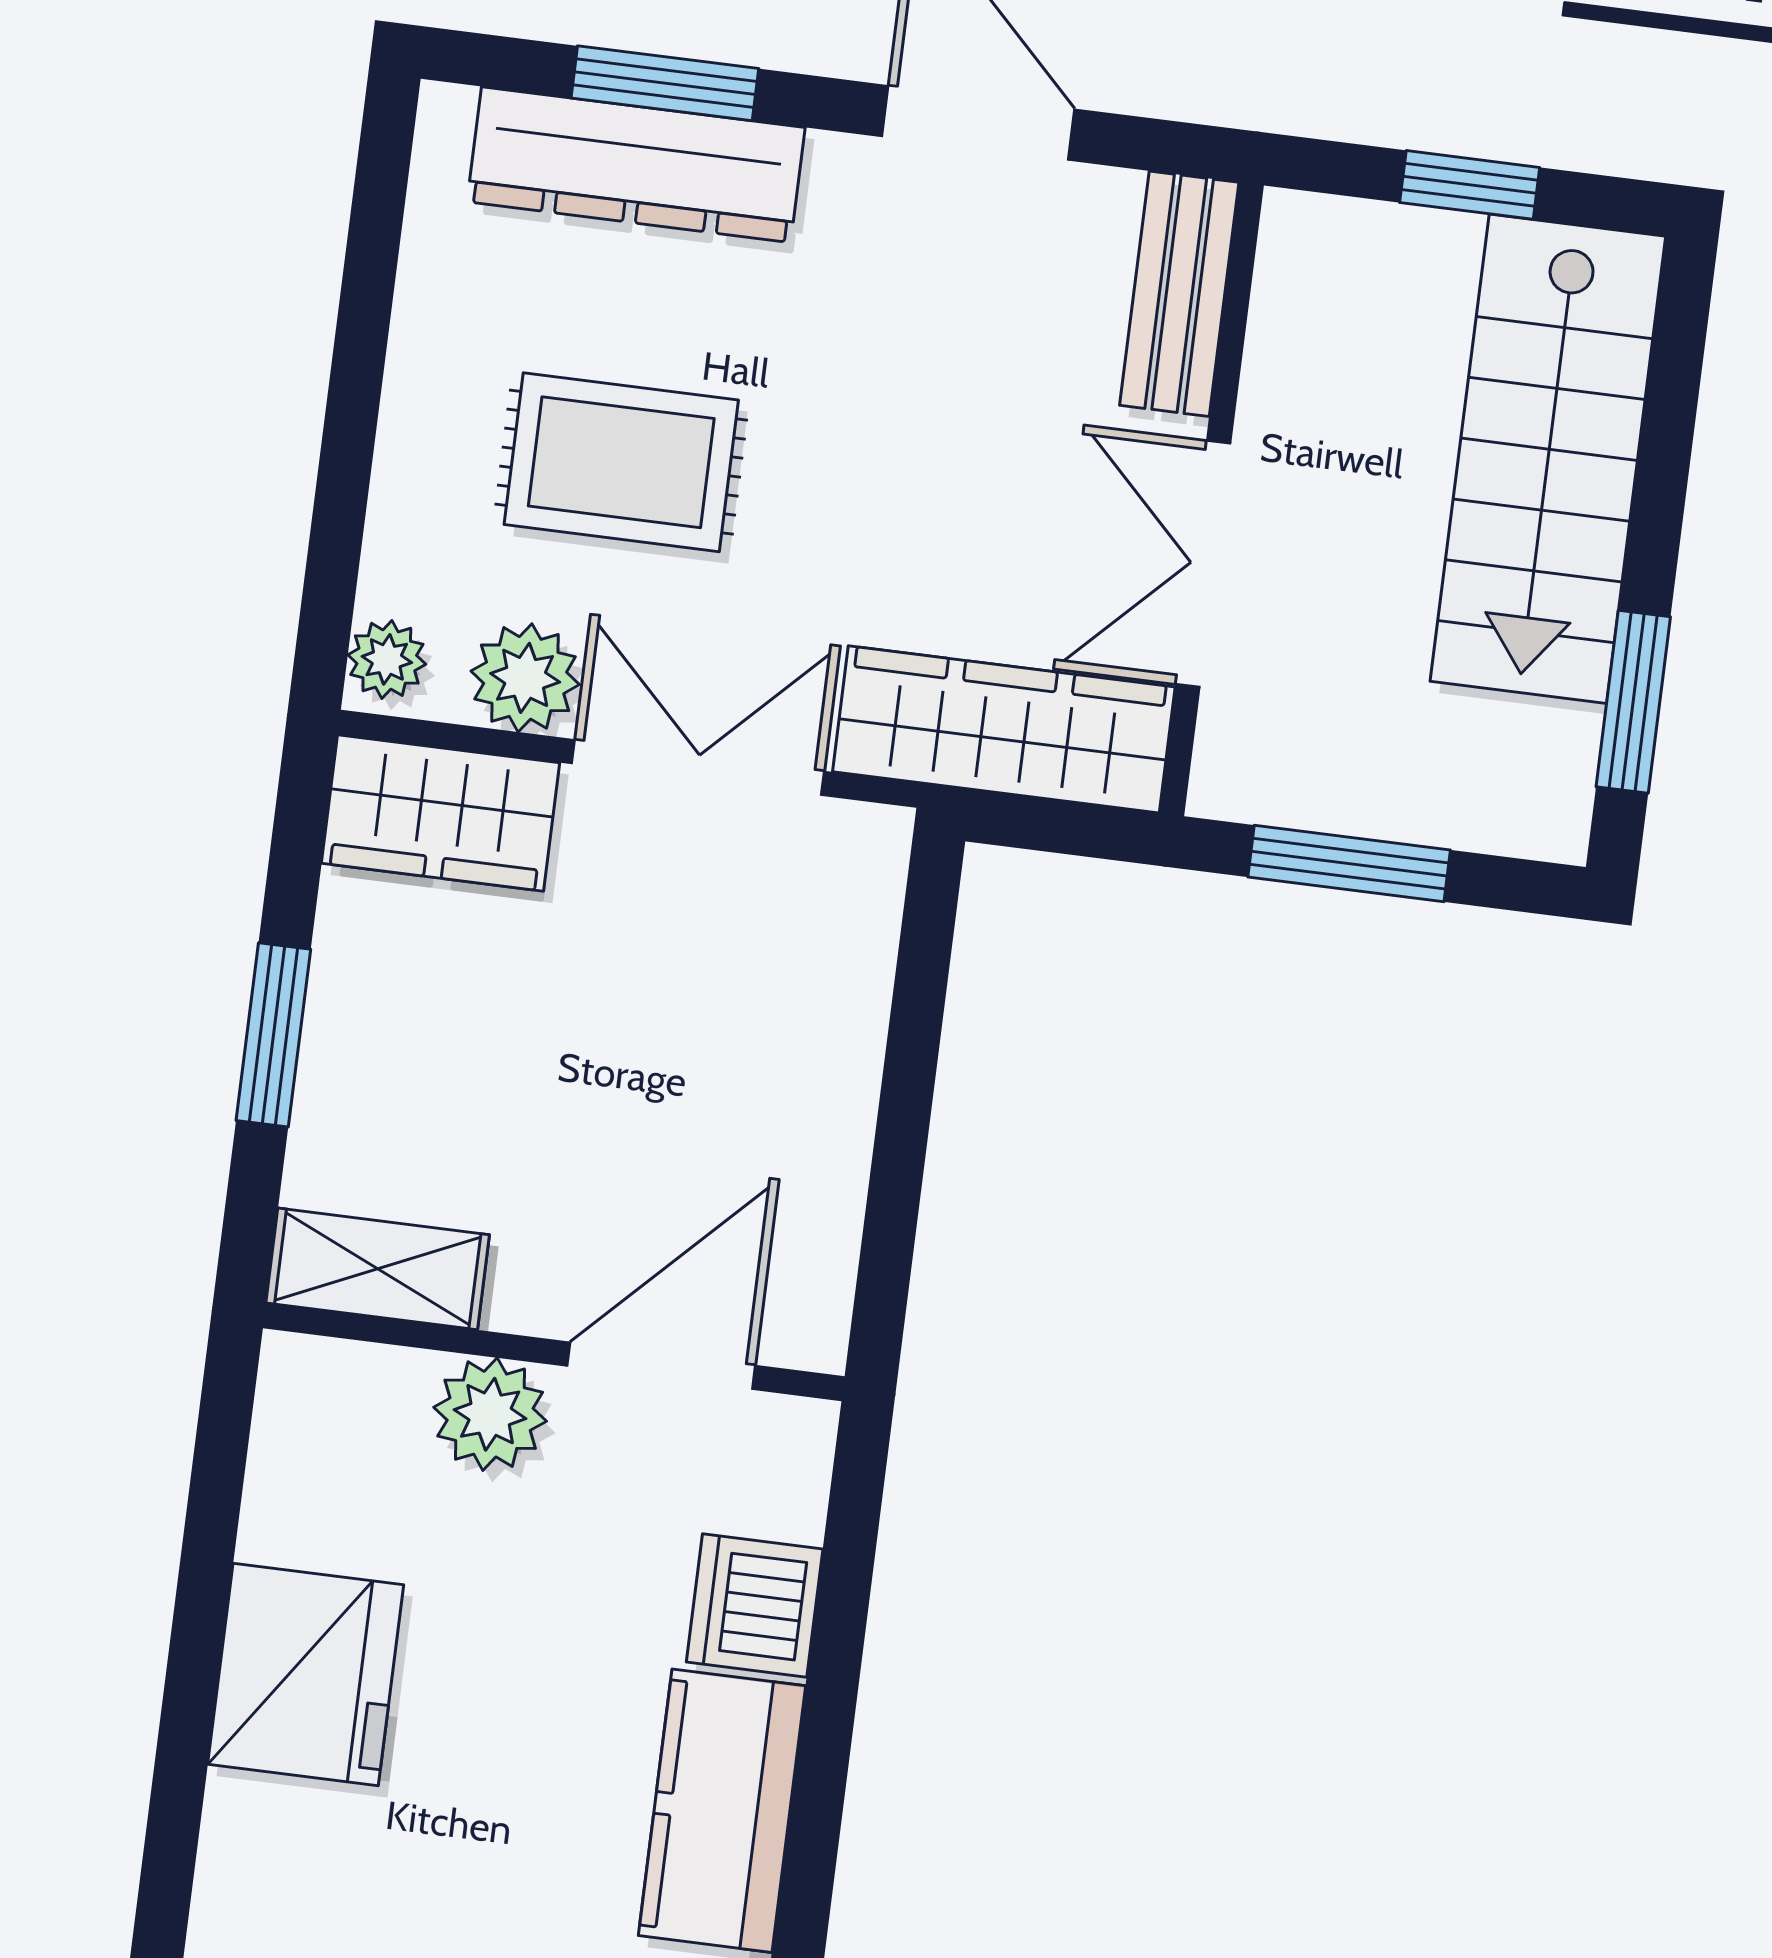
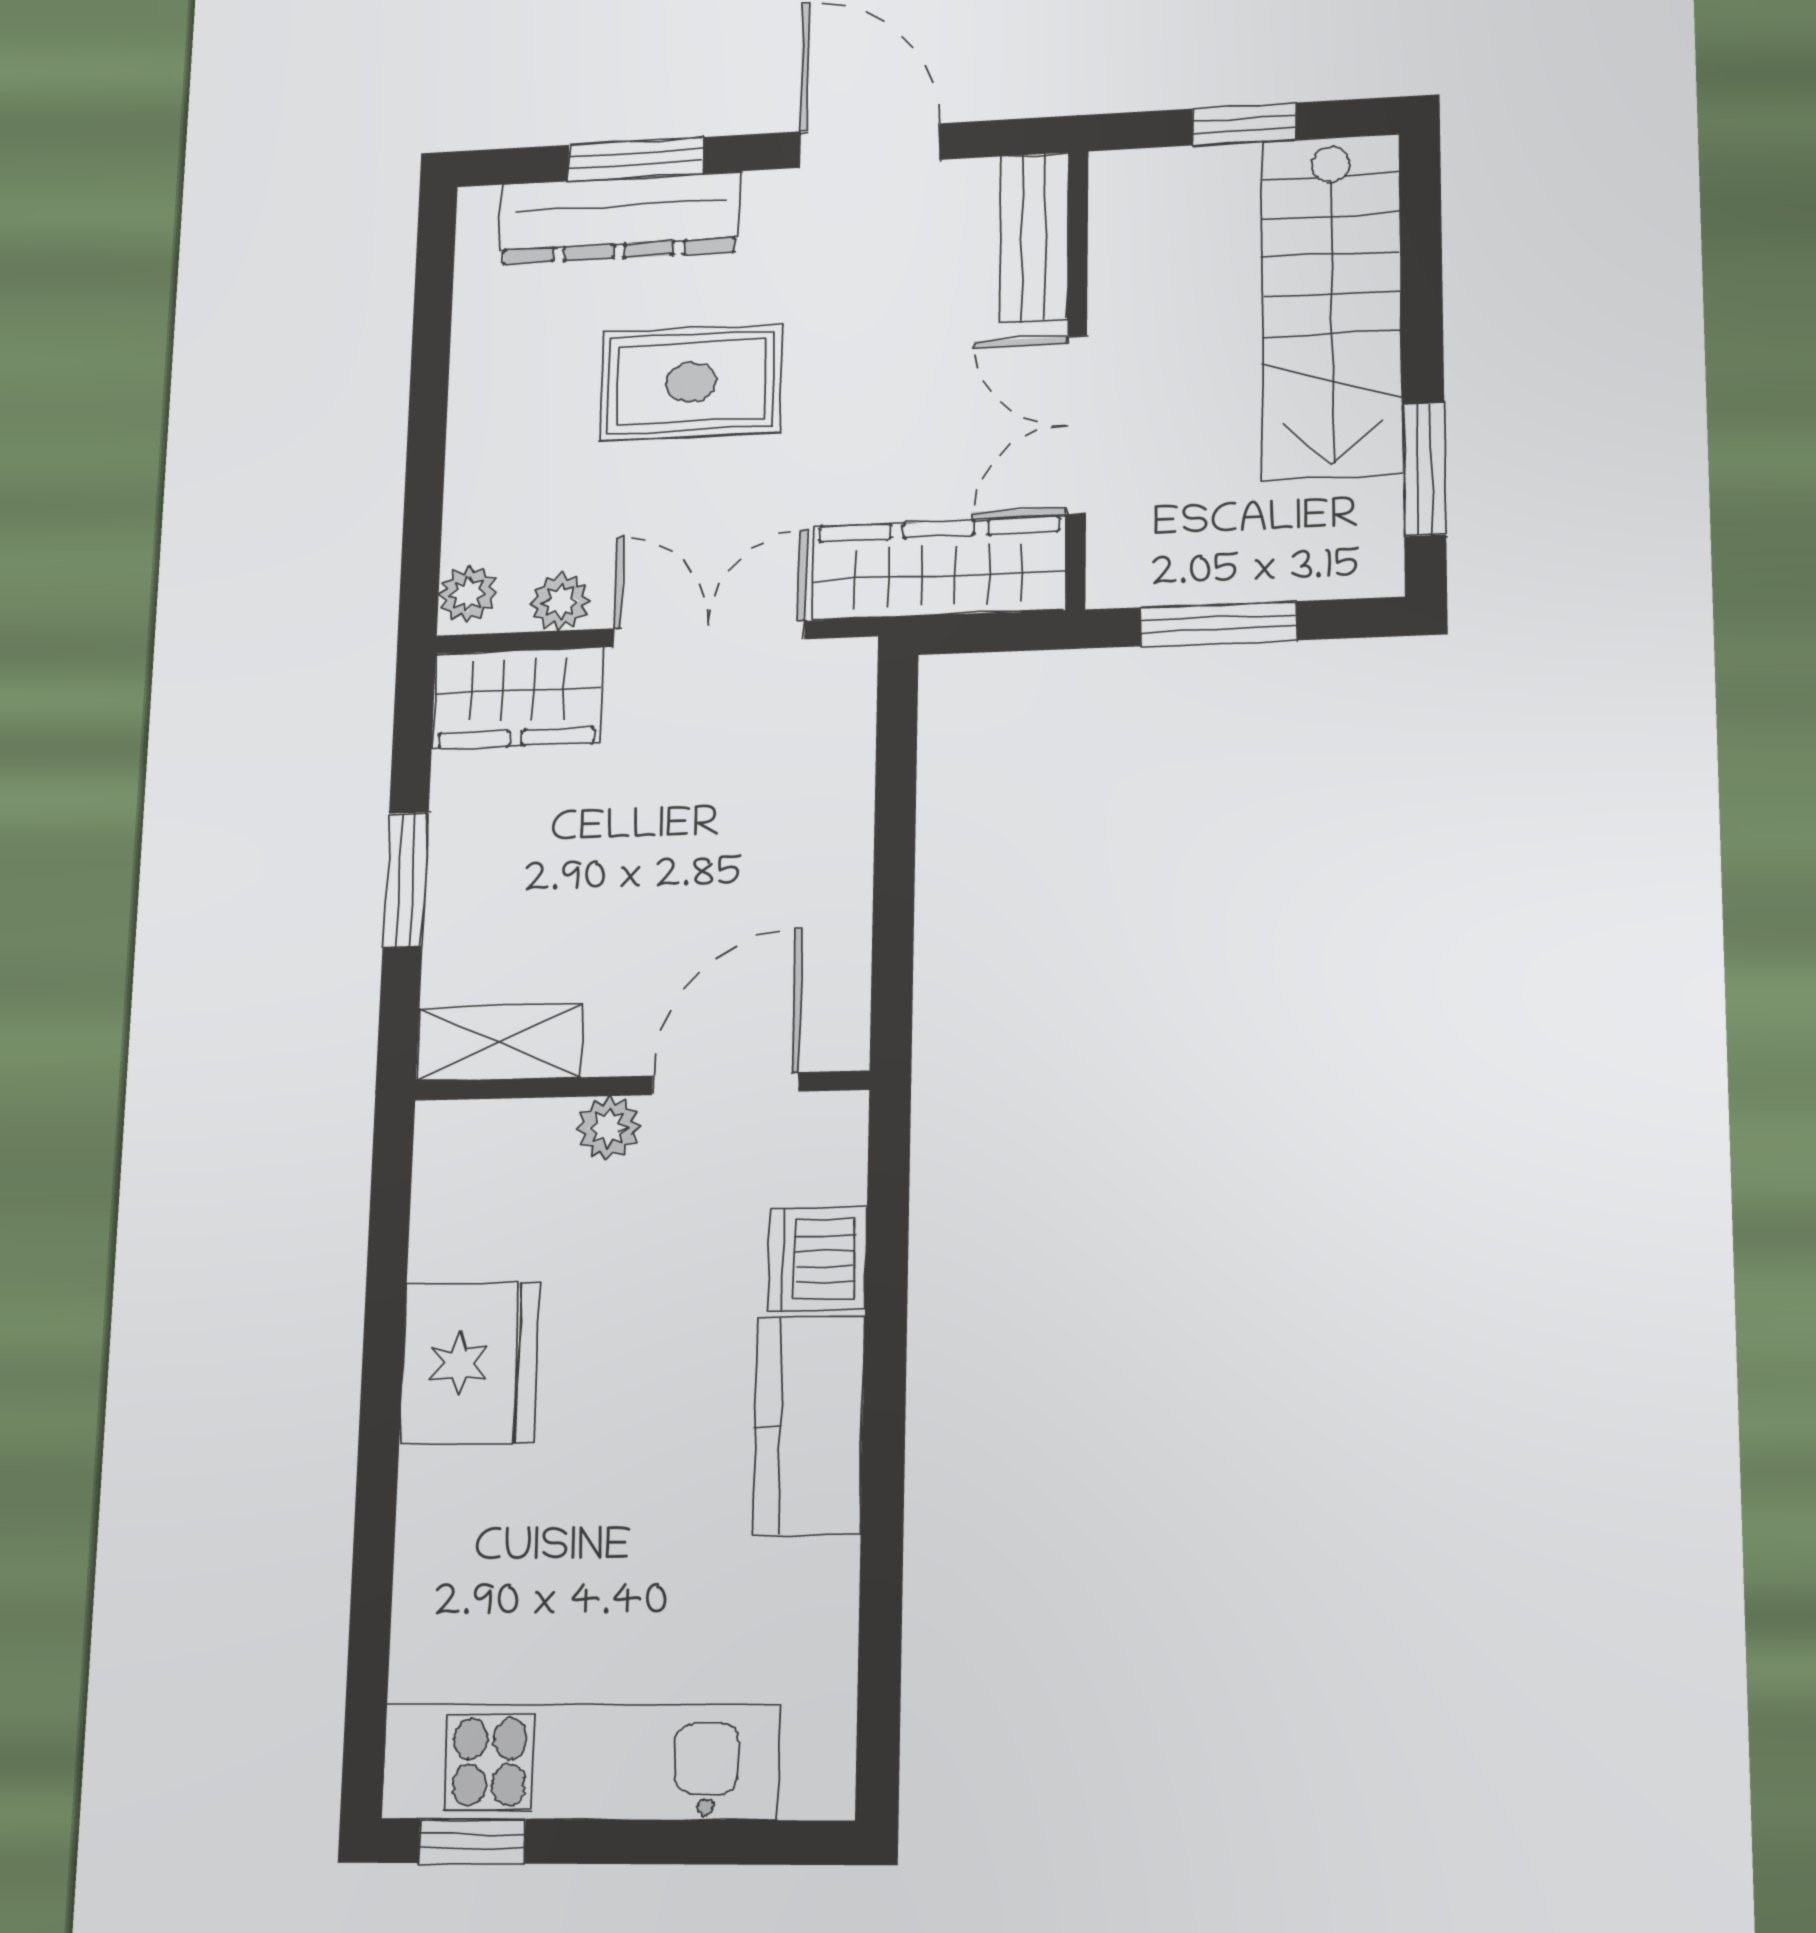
rug: (621, 462) -> (691, 382), moved
plant: (525, 678) -> (561, 602), width x0.73, depth x0.73
plant: (490, 1414) -> (608, 1128), width x0.73, depth x0.73

